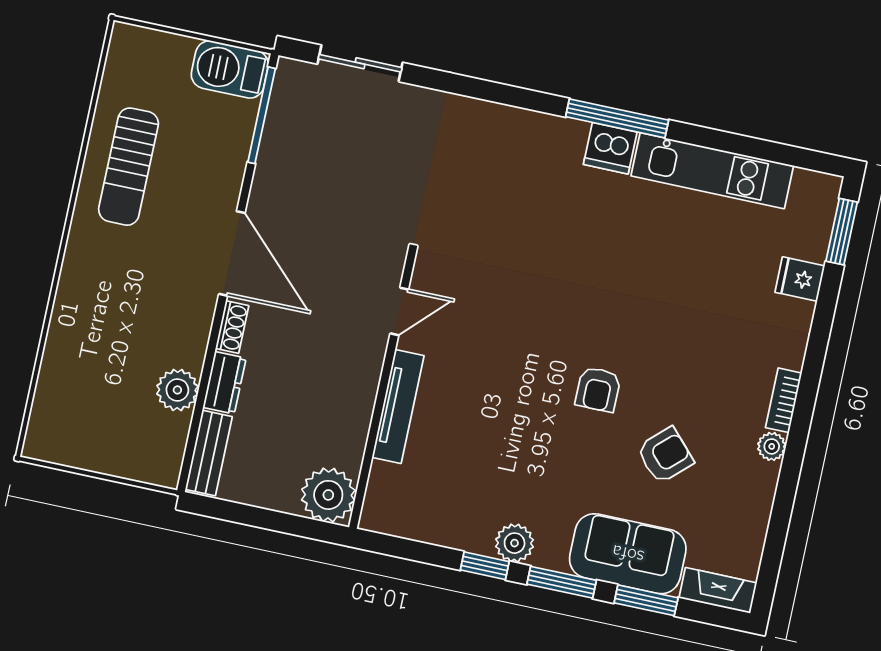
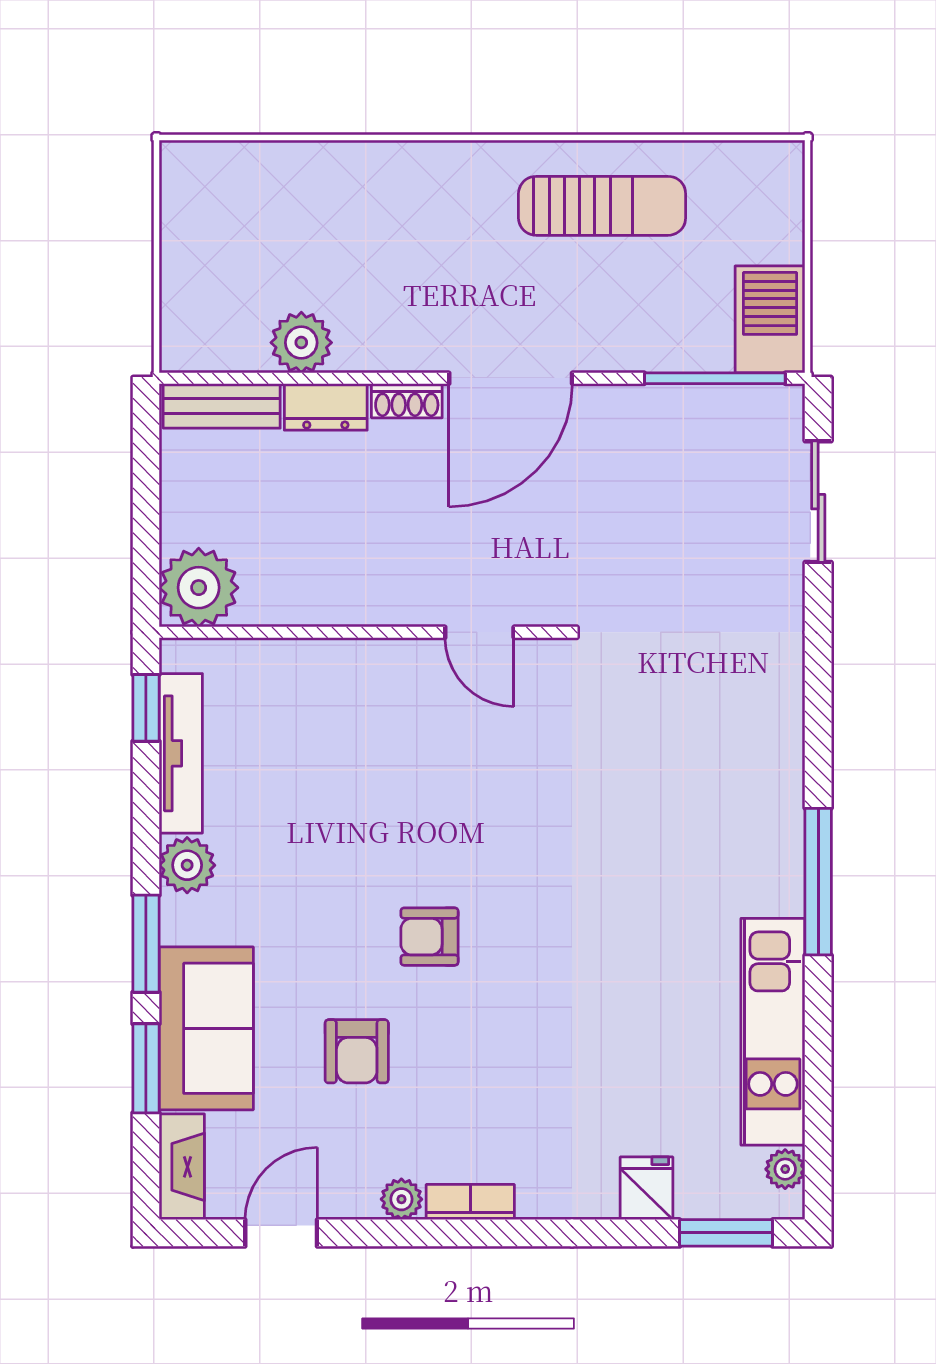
dishwasher: (610, 148) -> (774, 881), removed
sun lounger: (129, 167) -> (602, 206), turned 180
plant: (807, 182) -> (785, 1169), added
tv unit: (398, 406) -> (181, 753), moved, turned -90
armchair: (665, 455) -> (357, 1051), turned 43
door: (777, 533) -> (281, 1233), added
window: (485, 566) -> (146, 708), moved

